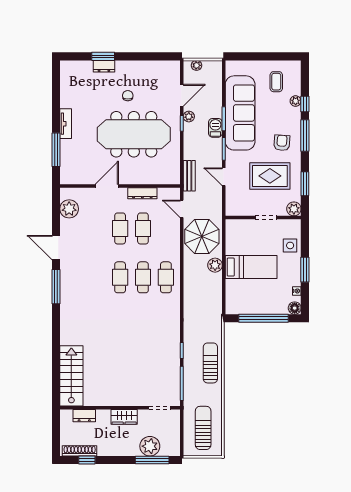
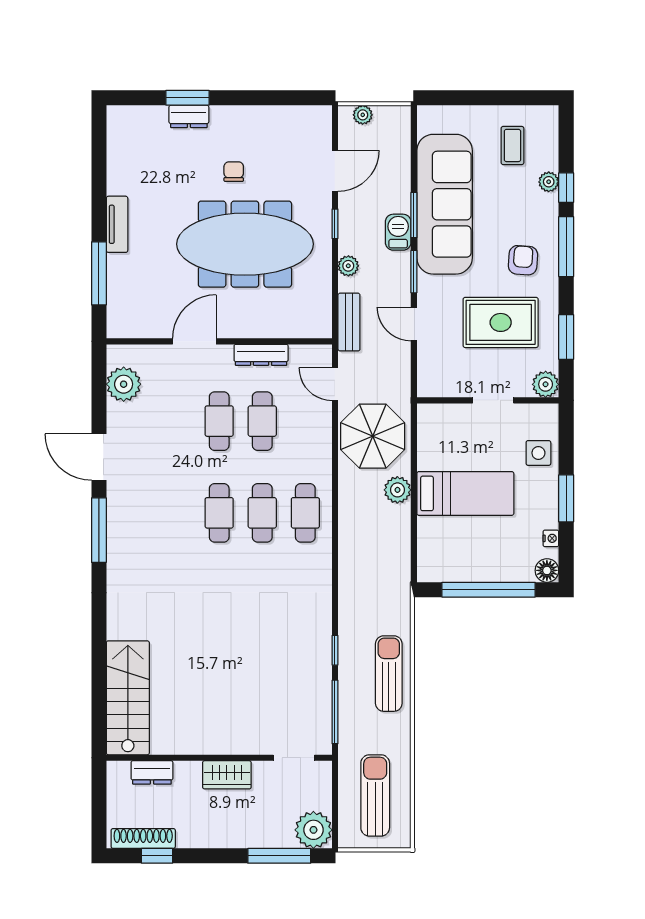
plant: (189, 117) -> (348, 266), moved
plant: (150, 446) -> (313, 830), moved

